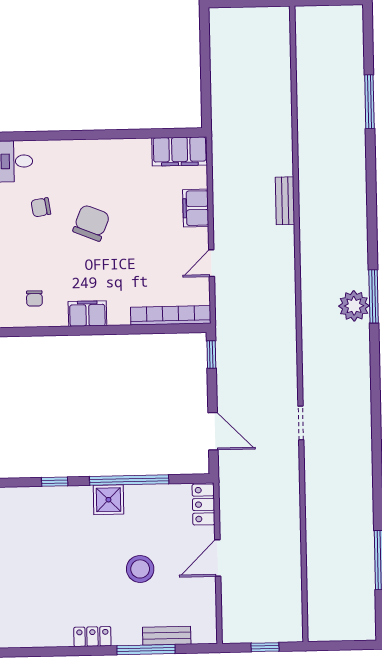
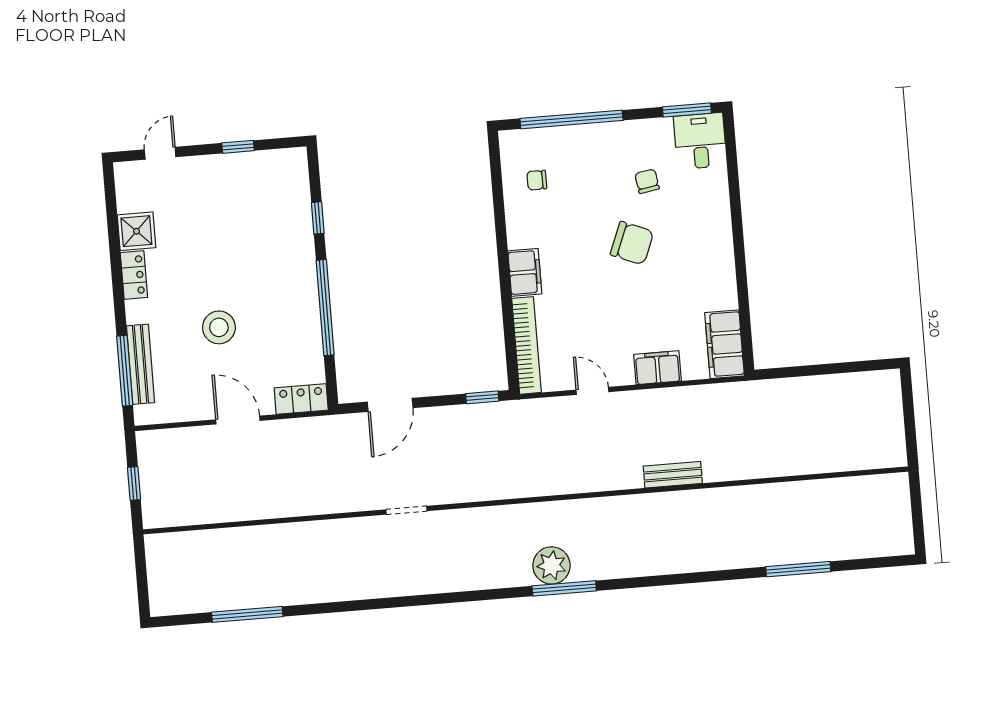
filing cabinet: (87, 314) -> (525, 272), moved
shower: (108, 500) -> (136, 231), moved
bench: (167, 636) -> (140, 364), width x1.36
window: (146, 650) -> (125, 371), moved

